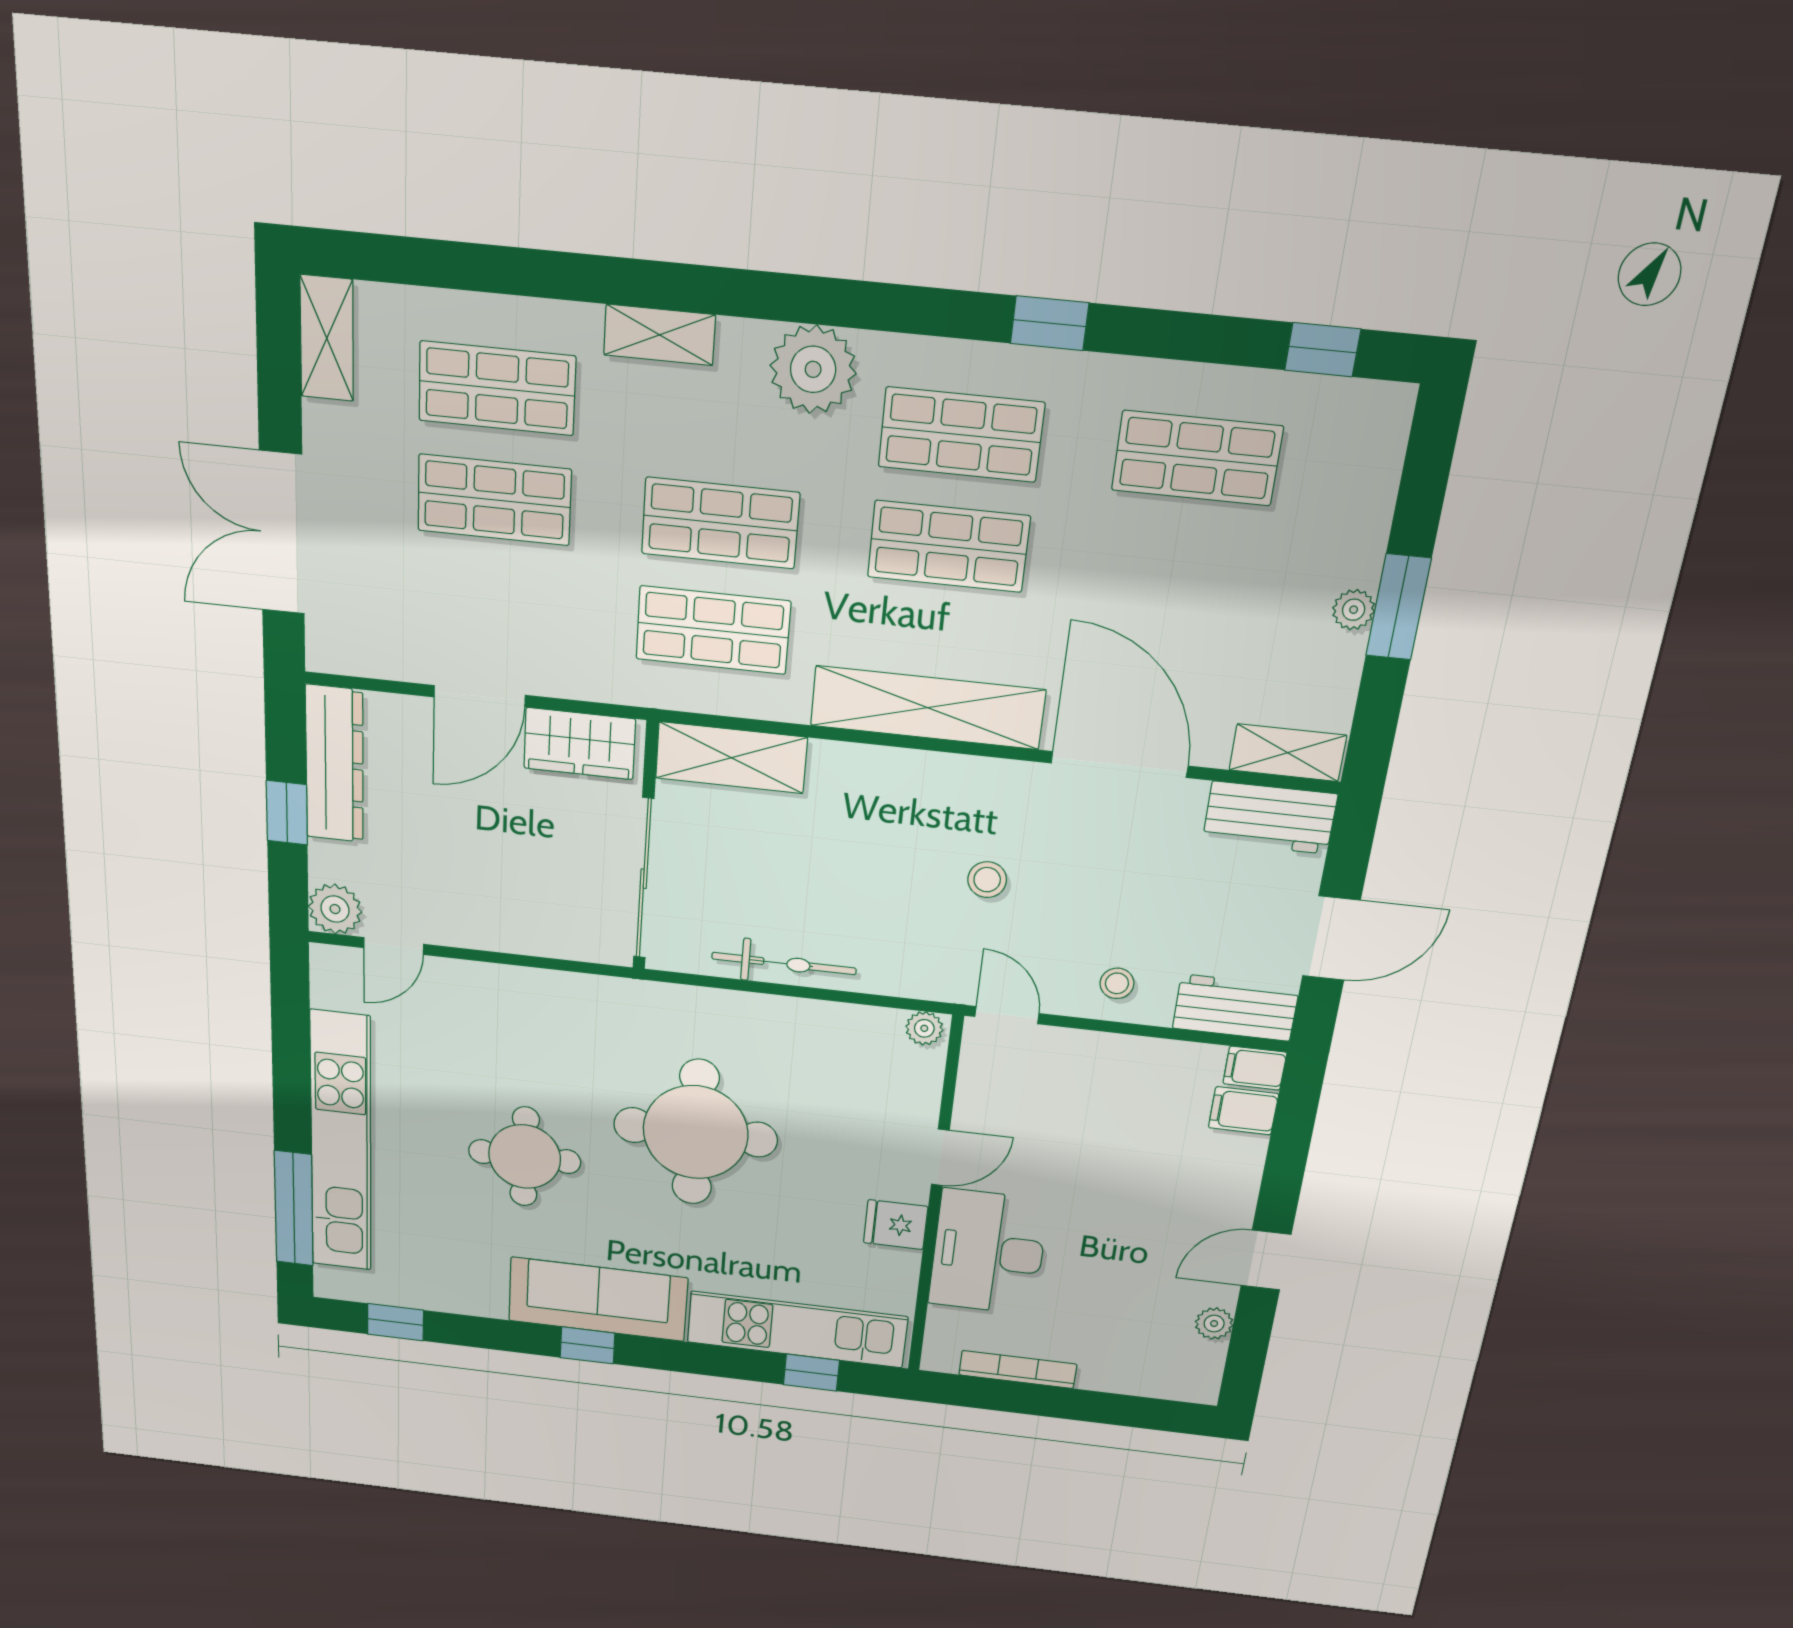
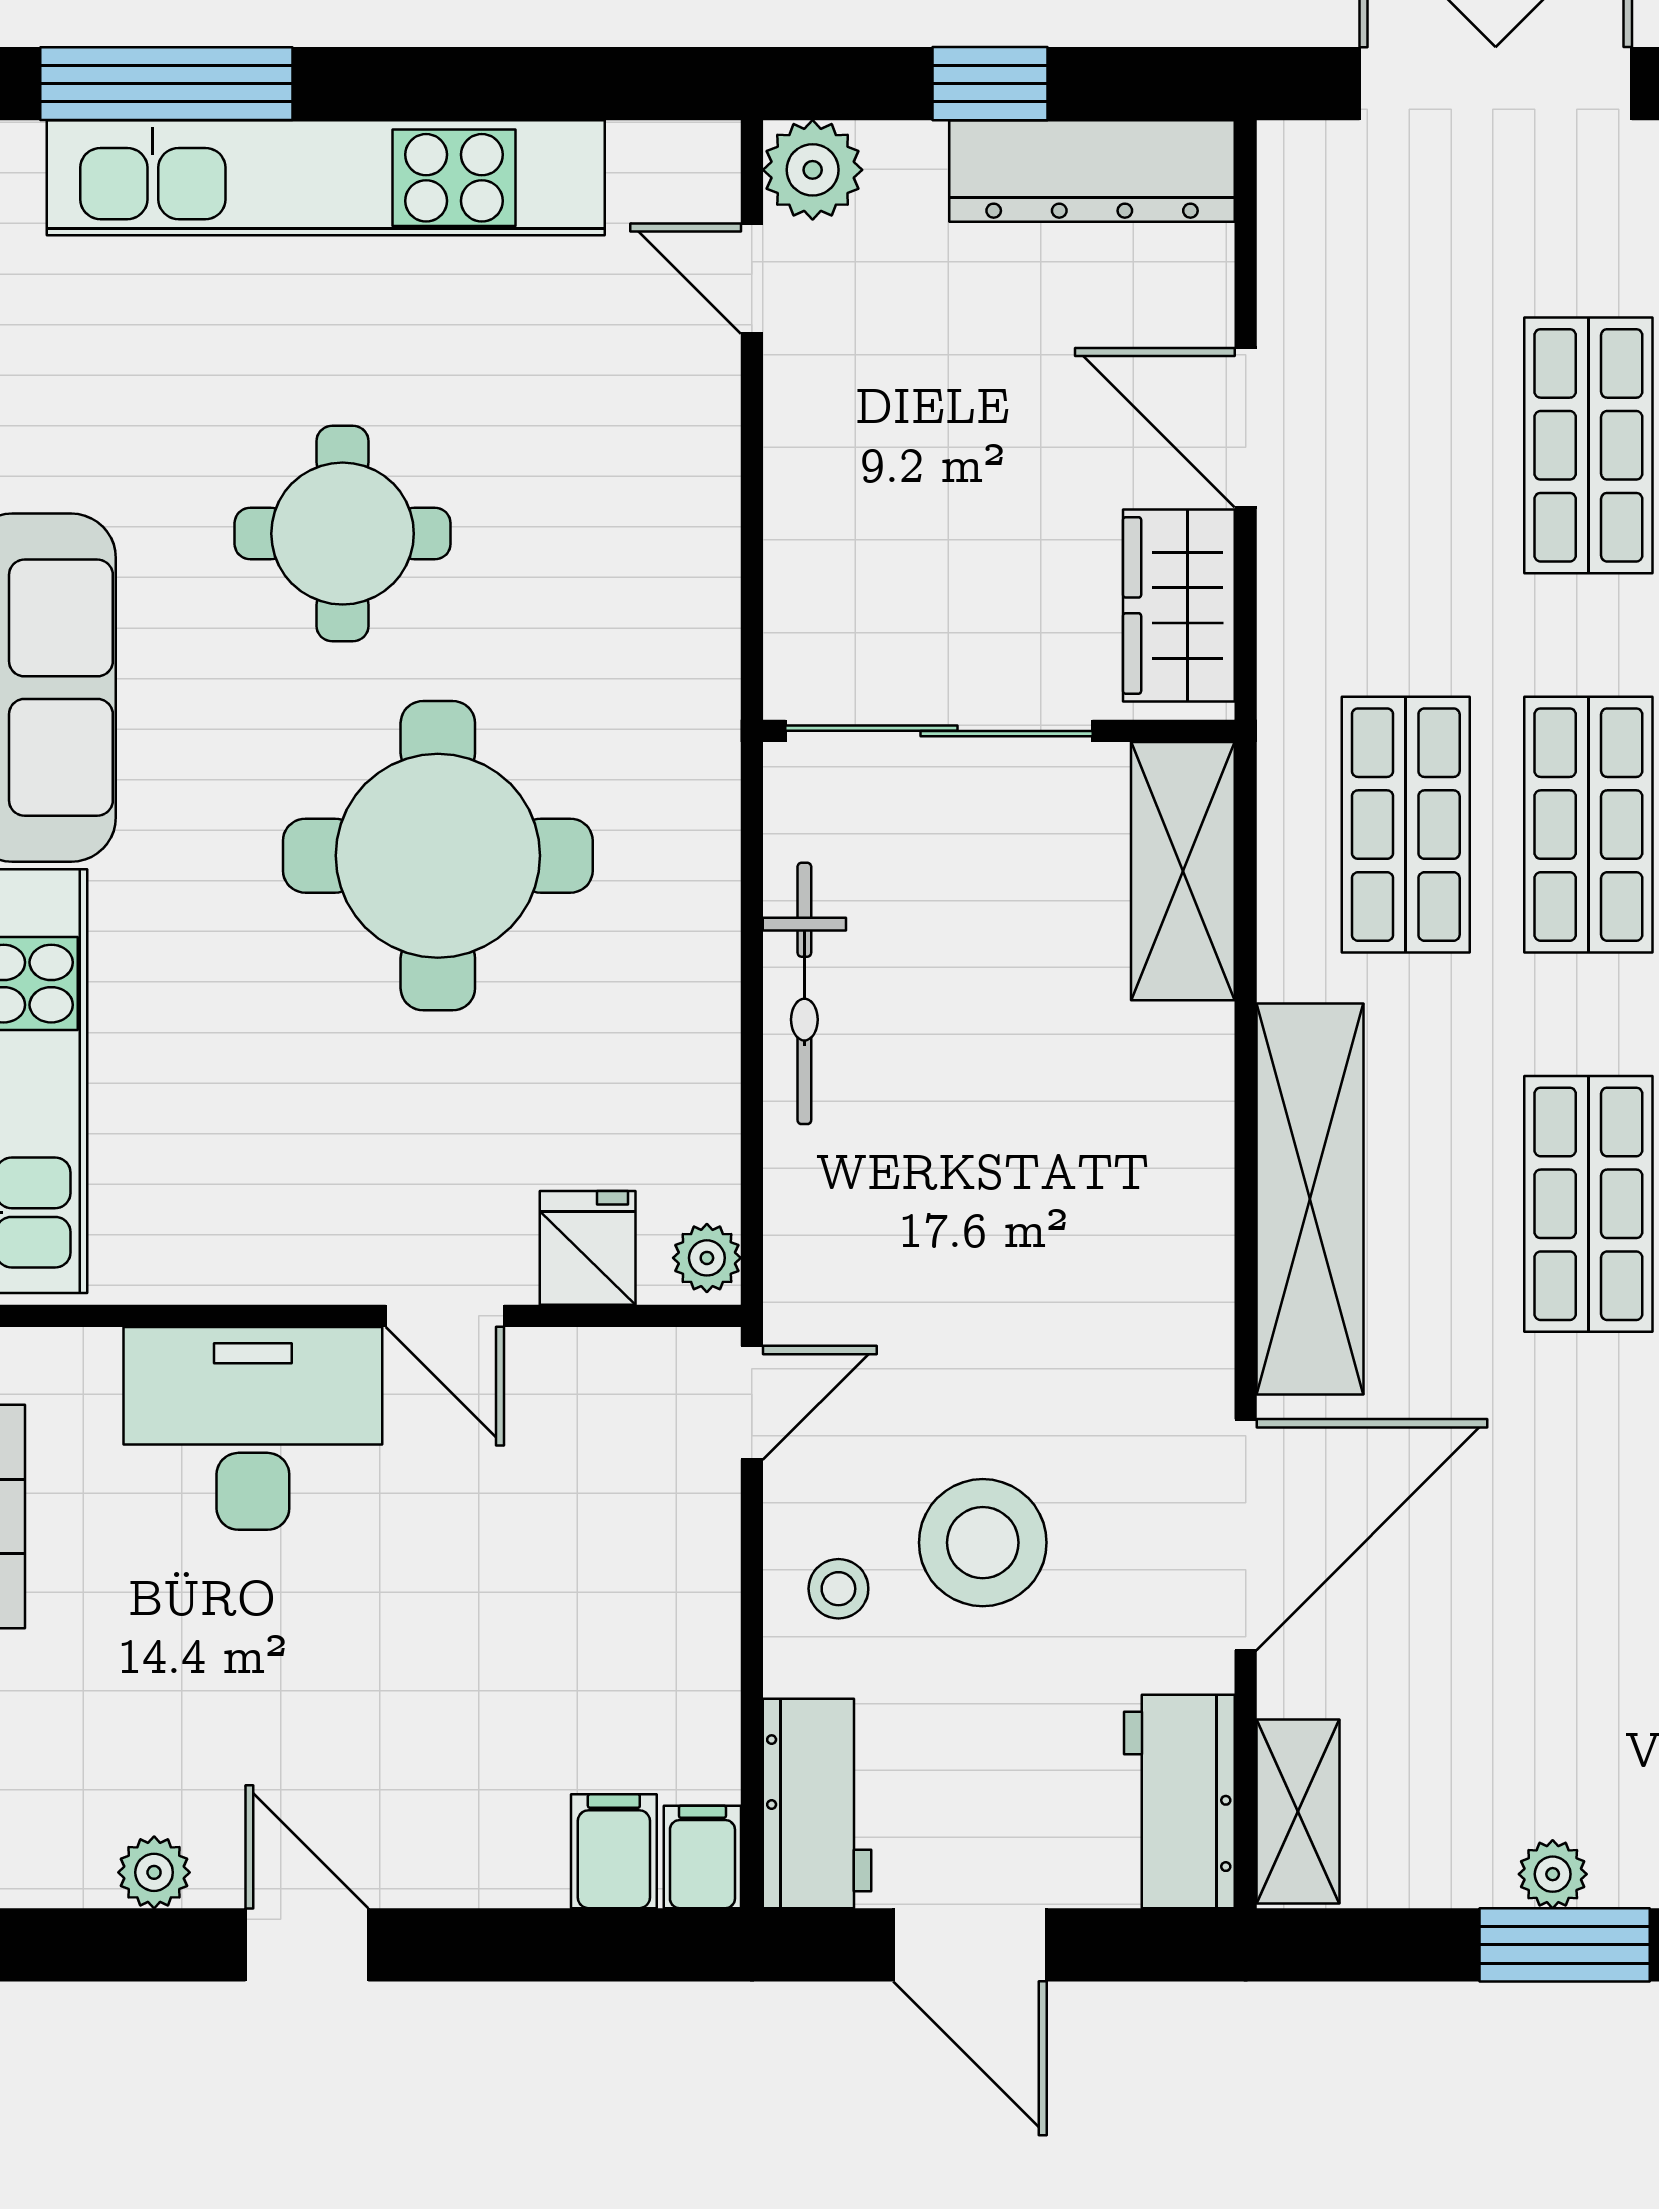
stool: (987, 880) -> (983, 1543), moved, width x1.89, depth x1.89
fridge: (896, 1225) -> (588, 1248), moved

